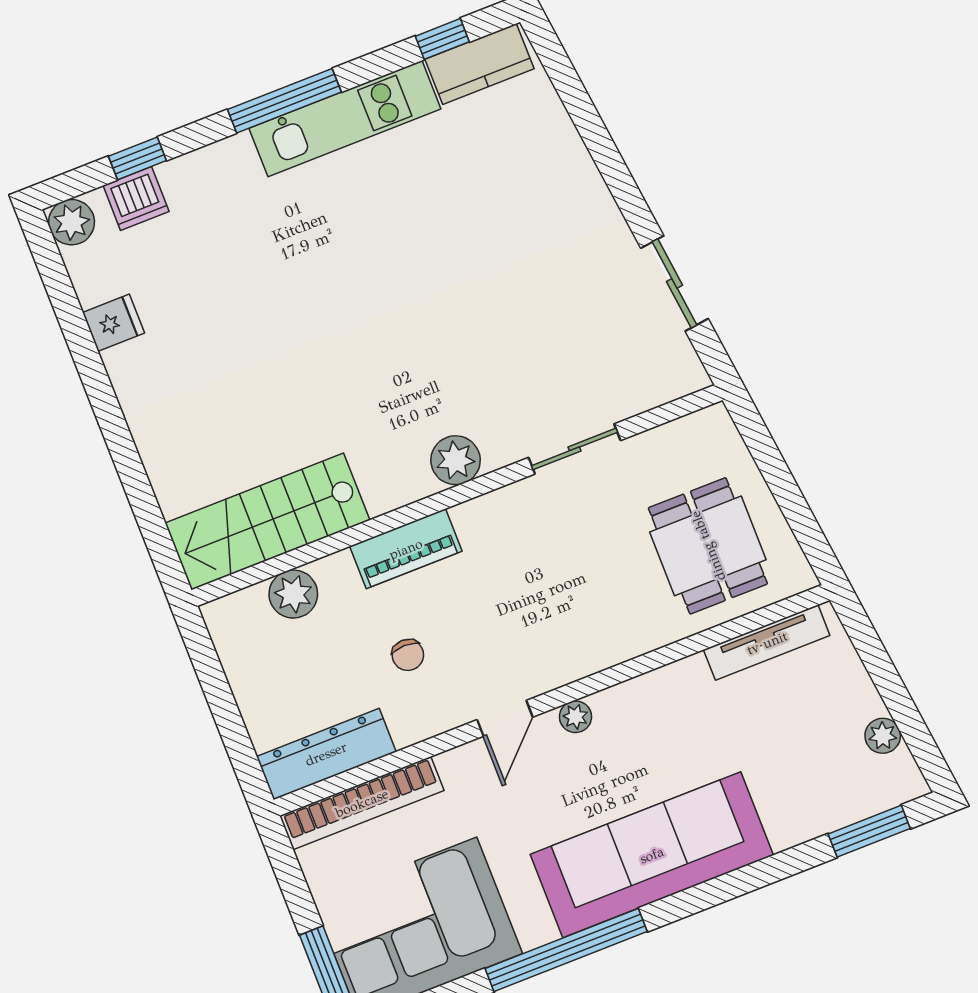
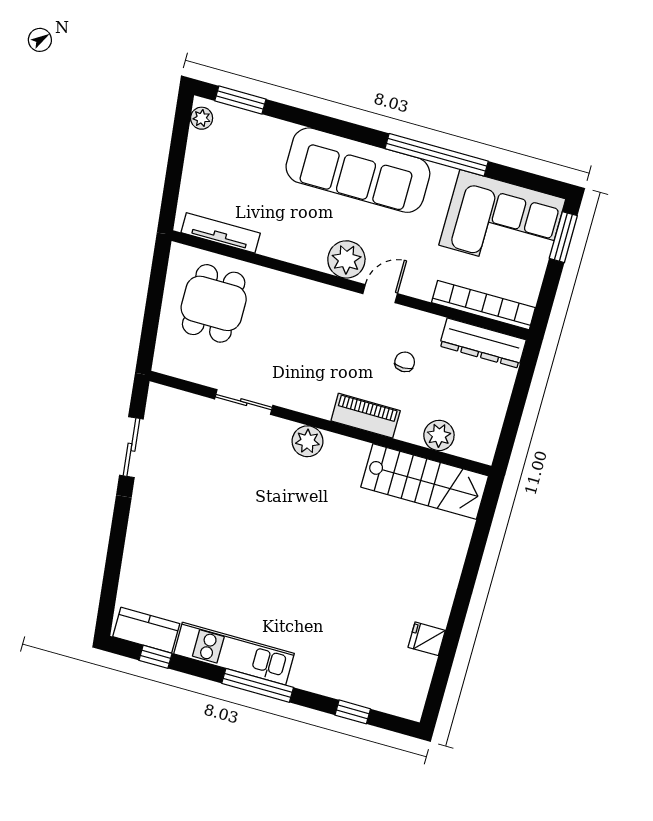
dishwasher: (136, 198) -> (369, 692), removed
plant: (72, 222) -> (410, 705), removed
plant: (575, 717) -> (346, 259), width x1.87, depth x1.87
plant: (883, 736) -> (202, 118), moved

